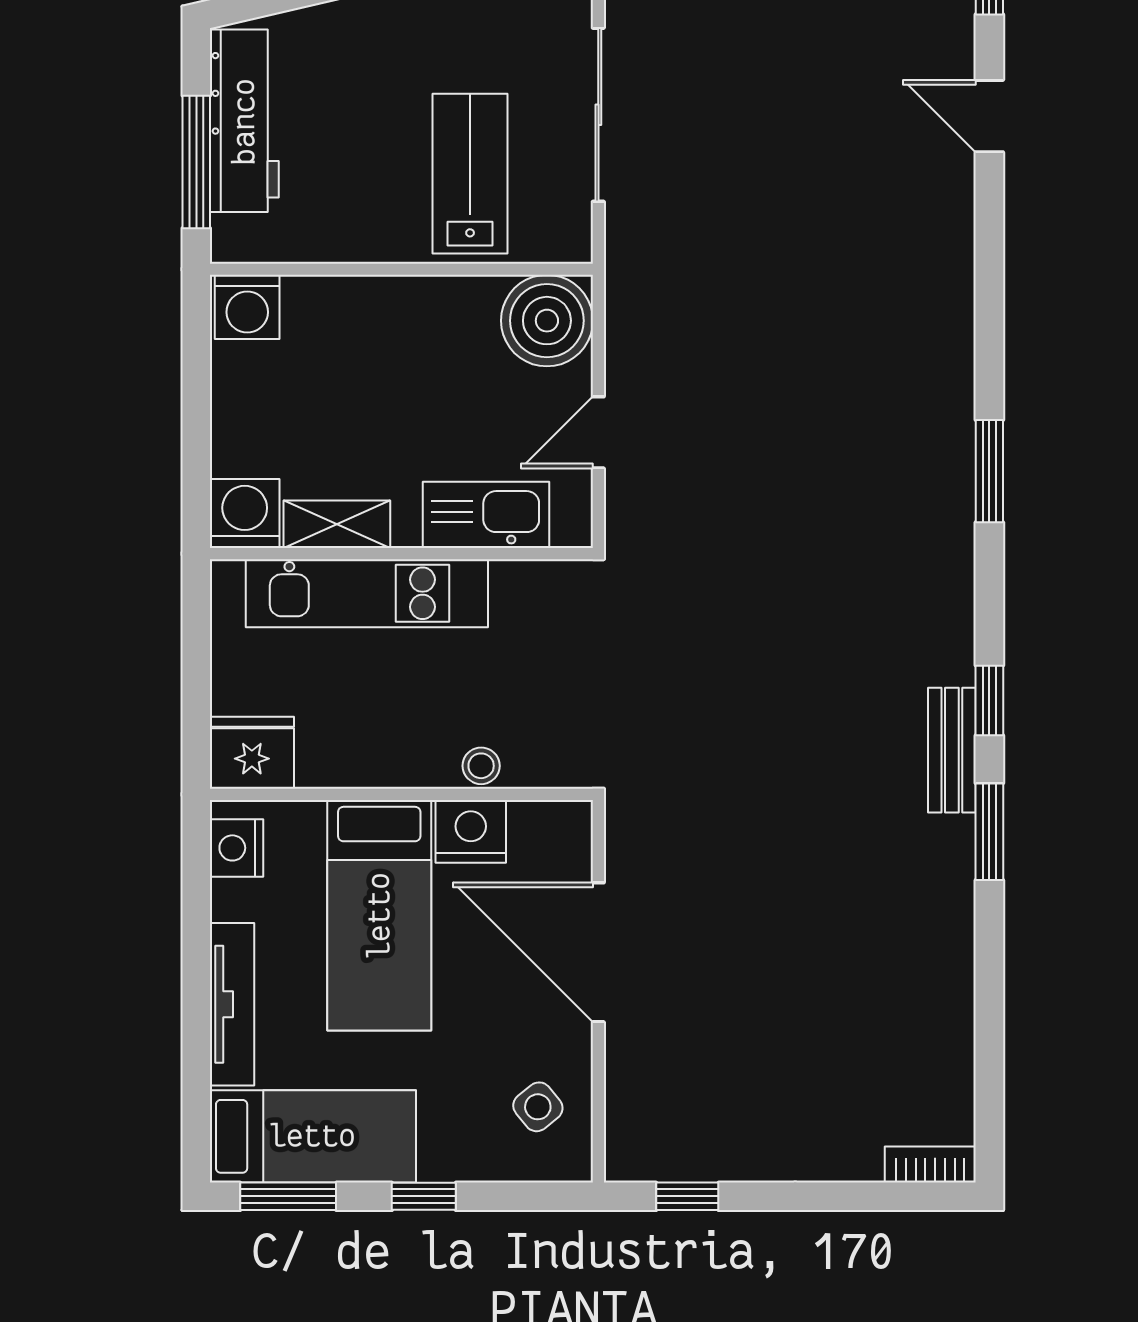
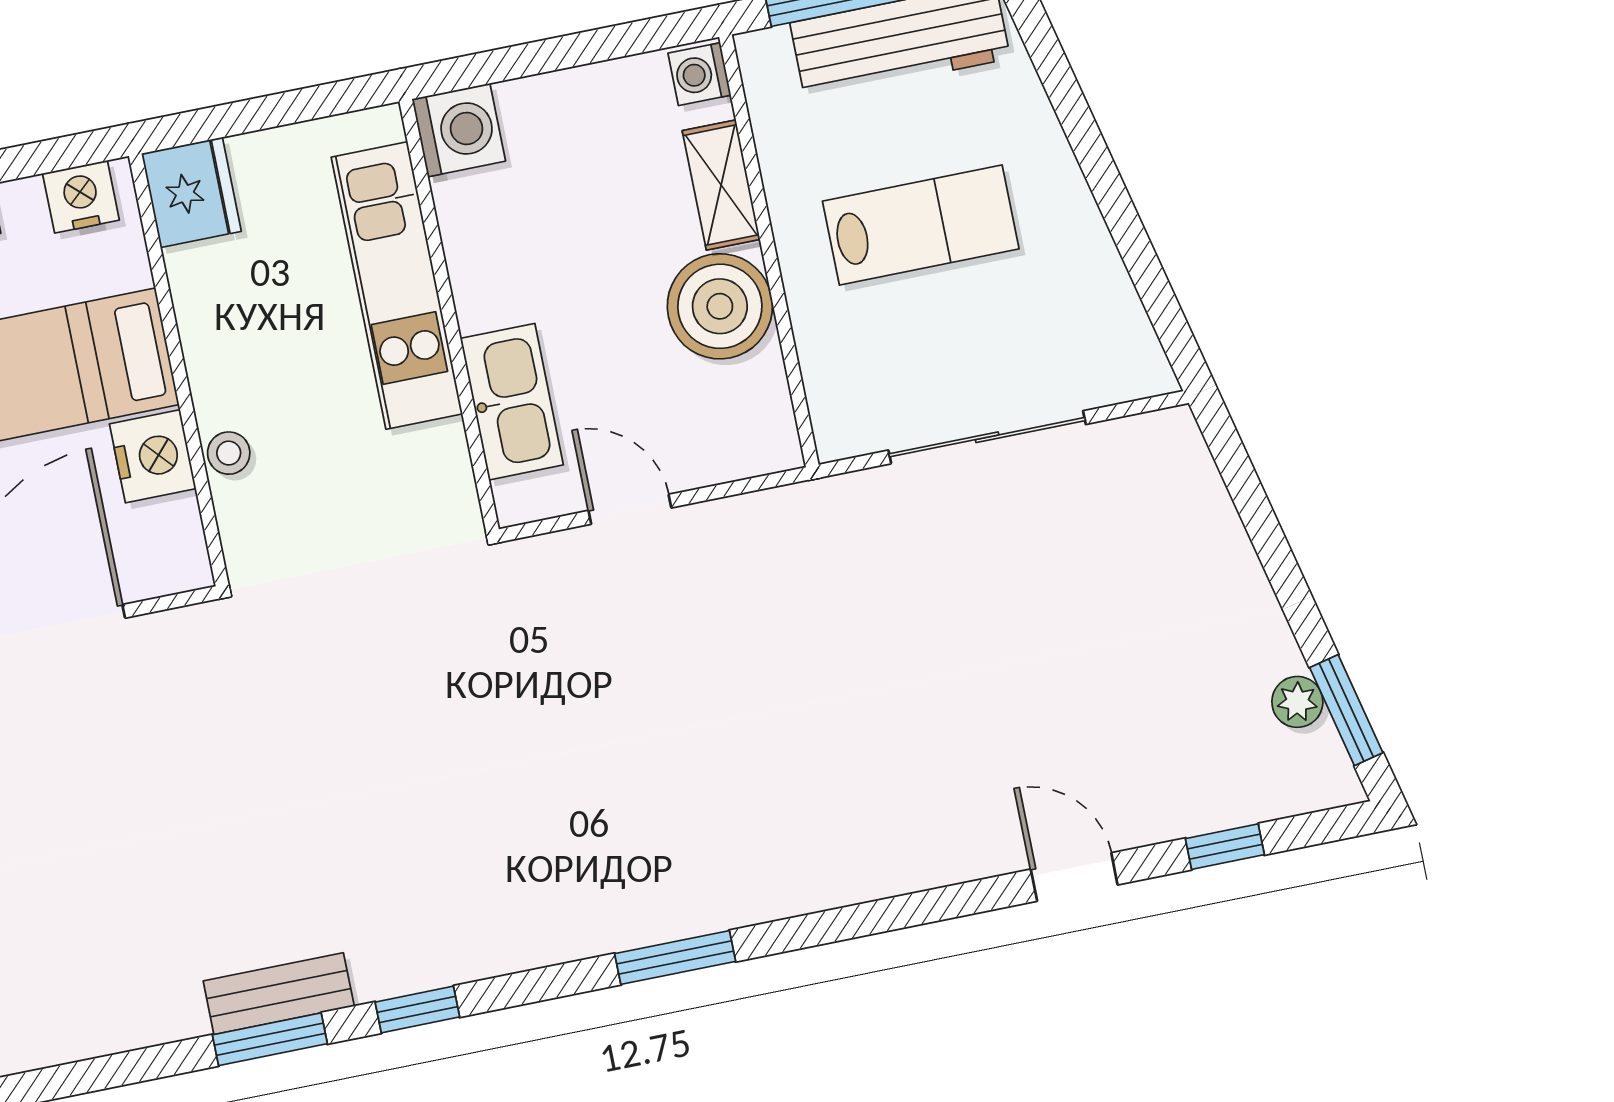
door: (989, 116) -> (1074, 877), hinge flipped
lab bench: (470, 174) -> (921, 225), moved
washing machine: (247, 307) -> (699, 74), width x0.73, depth x0.73
boiler: (547, 321) -> (720, 306), moved
shelving: (337, 524) -> (721, 185), moved
bench: (952, 750) -> (279, 994), moved

